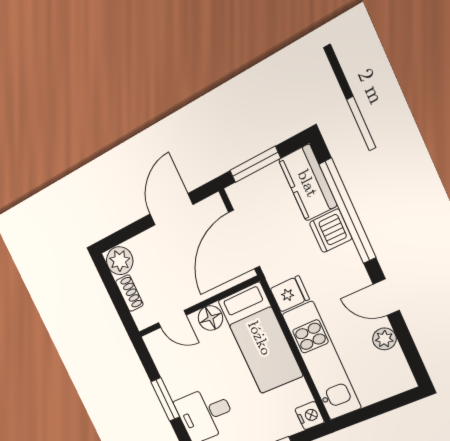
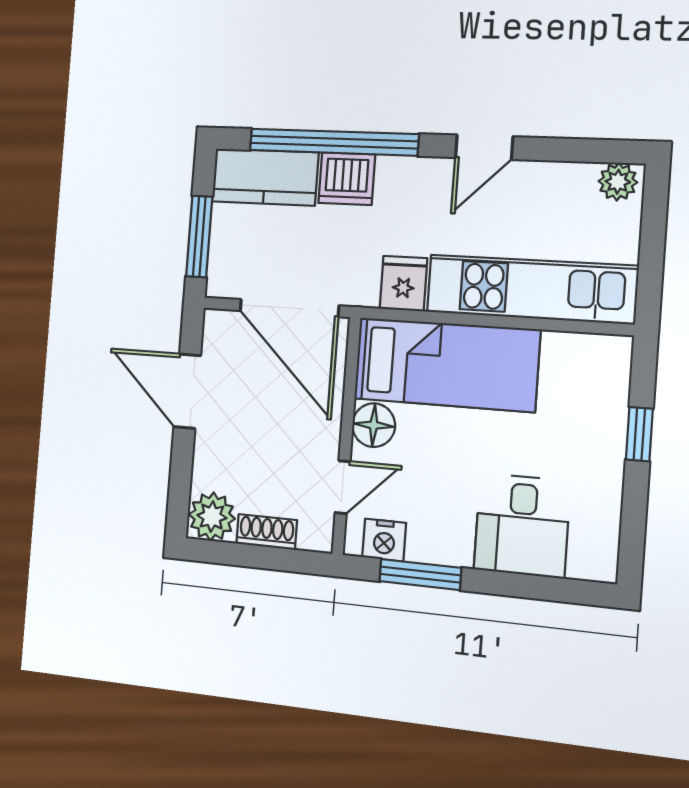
plant: (384, 339) -> (618, 182), moved
window: (165, 399) -> (420, 575), moved
nightstand: (310, 416) -> (384, 540), moved, turned 180

